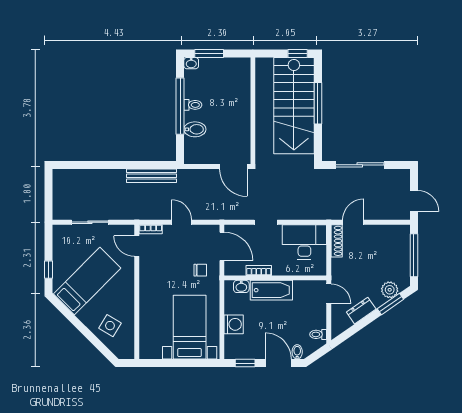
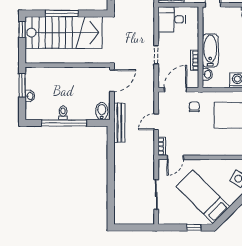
window: (209, 53) -> (22, 85), moved
washbasin: (191, 63) -> (30, 96), moved
bidet: (195, 129) -> (102, 111), moved
bench: (151, 176) -> (119, 123), moved
desk: (304, 242) -> (172, 19), width x0.73

